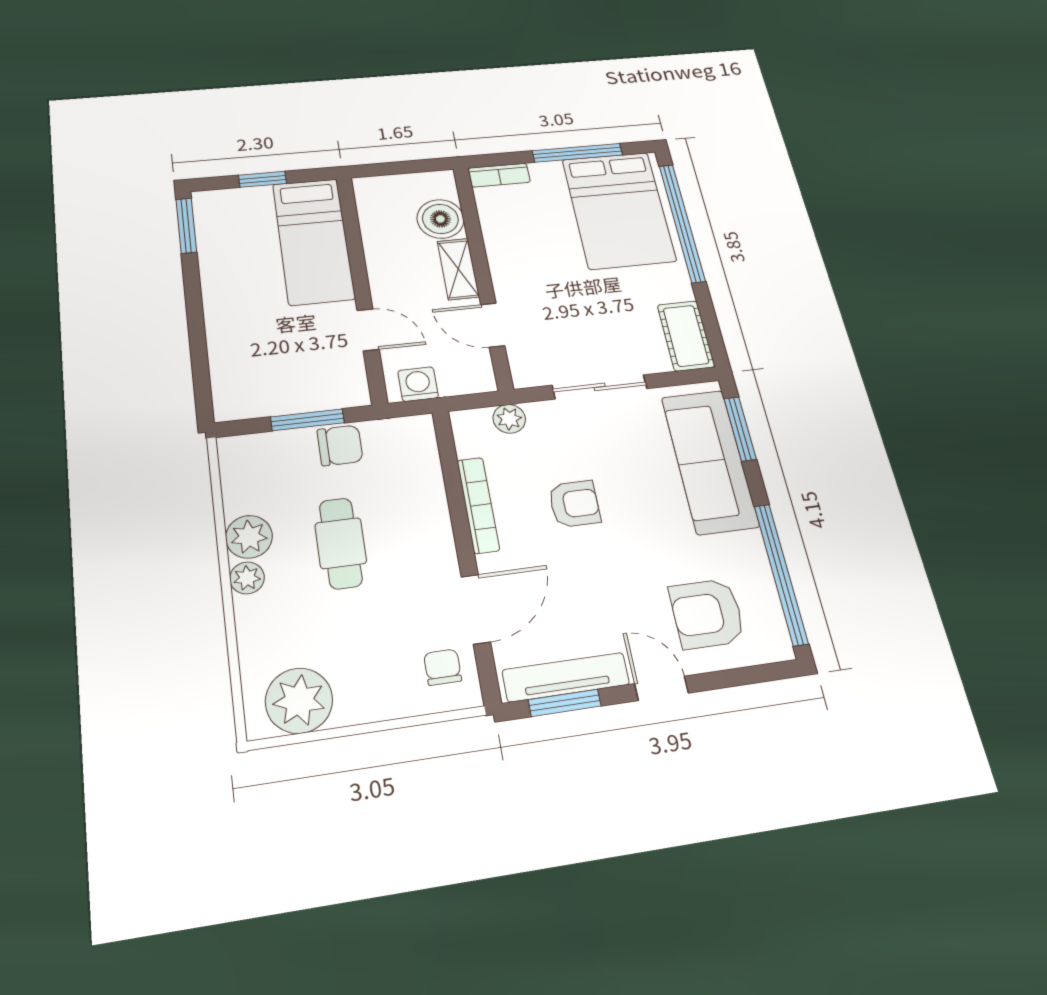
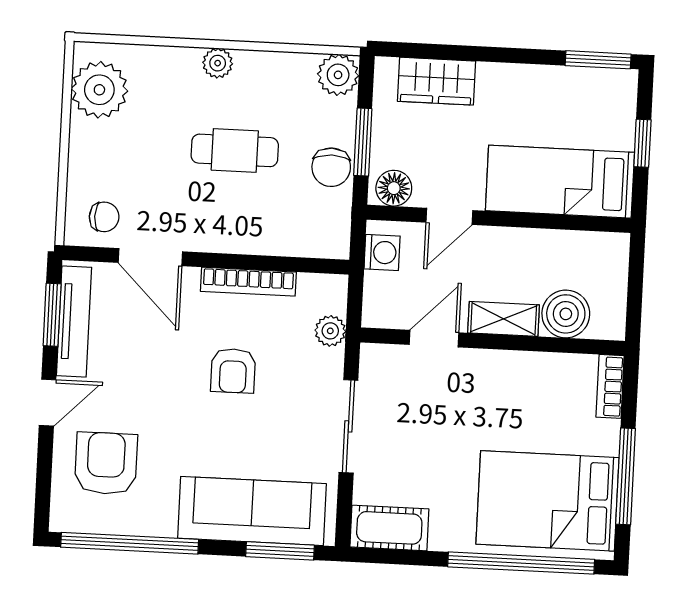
wardrobe: (231, 362) -> (436, 81), added
floor lamp: (350, 384) -> (394, 188), added
plant: (249, 537) -> (338, 75), moved

